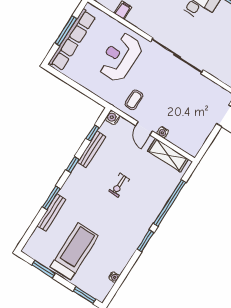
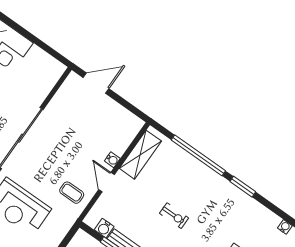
water cooler: (113, 118) -> (104, 228), moved
door: (144, 128) -> (107, 182), swing flipped

